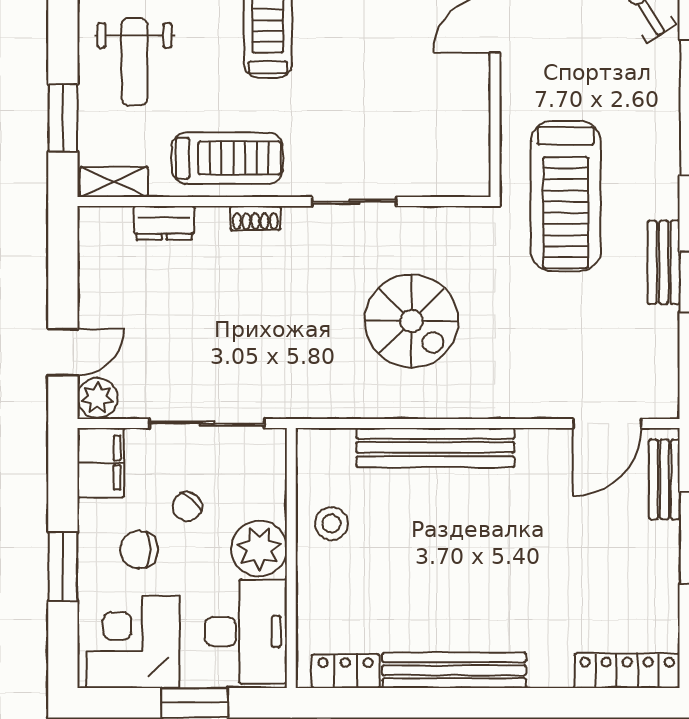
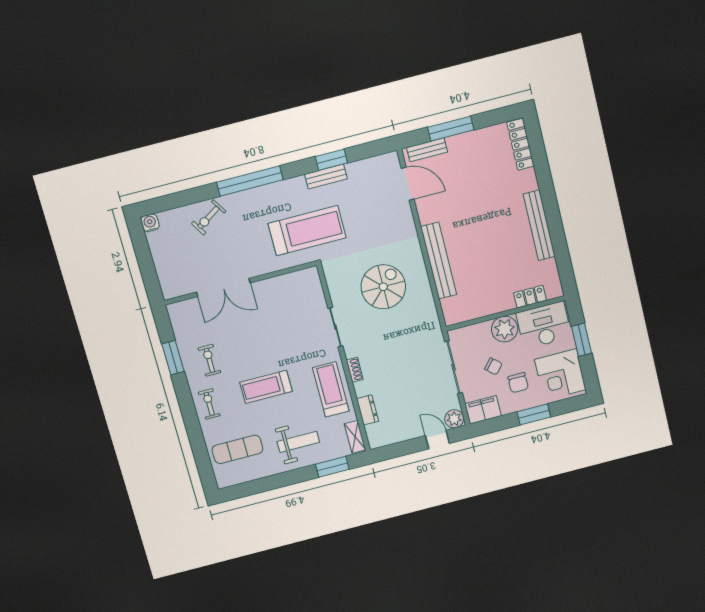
stool: (331, 524) -> (485, 299), removed
locker: (346, 671) -> (530, 297), moved, turned 90

